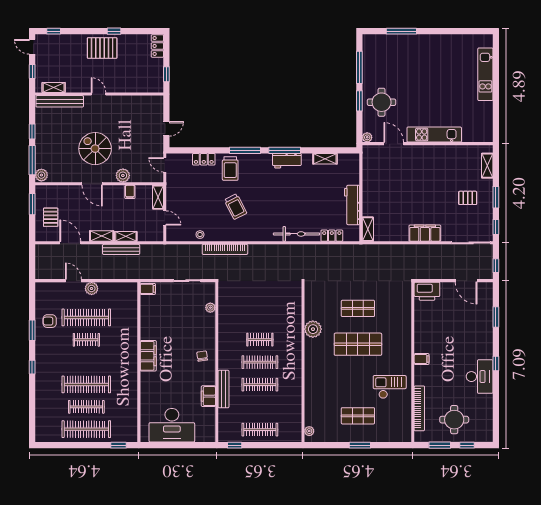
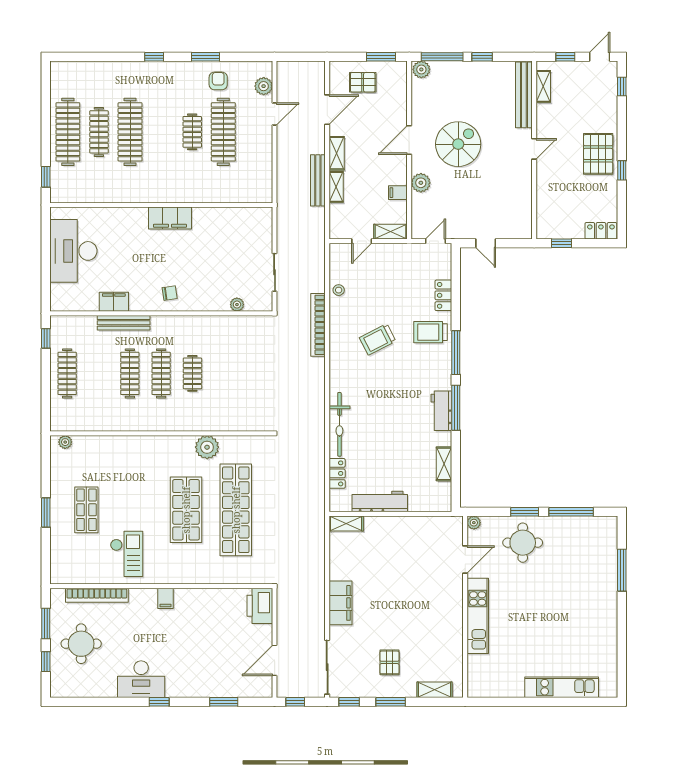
plant: (92, 288) -> (264, 86), moved
filing cabinet: (148, 289) -> (263, 217), removed
shop shelf: (358, 308) -> (236, 510), width x2.00, depth x1.36

